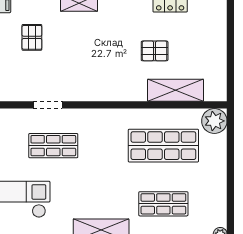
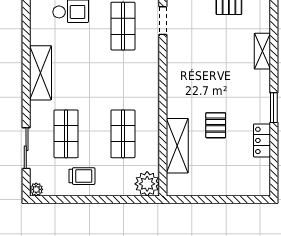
shop shelf: (163, 146) -> (123, 134), width x0.70, depth x0.74
trolley: (206, 188) -> (82, 176), added

